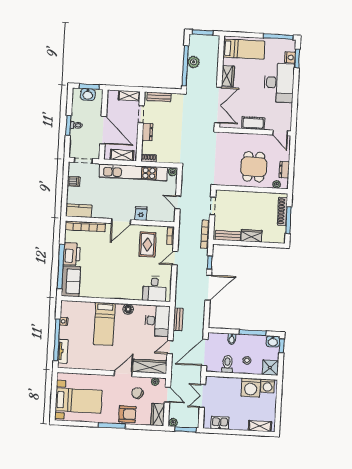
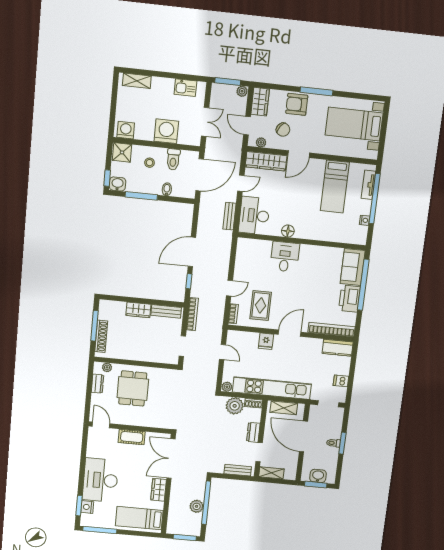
plant: (165, 155) -> (235, 406), added
desk: (155, 289) -> (285, 257), moved
bed: (104, 324) -> (335, 187), moved, turned 180
washing machine: (251, 388) -> (166, 131), moved

